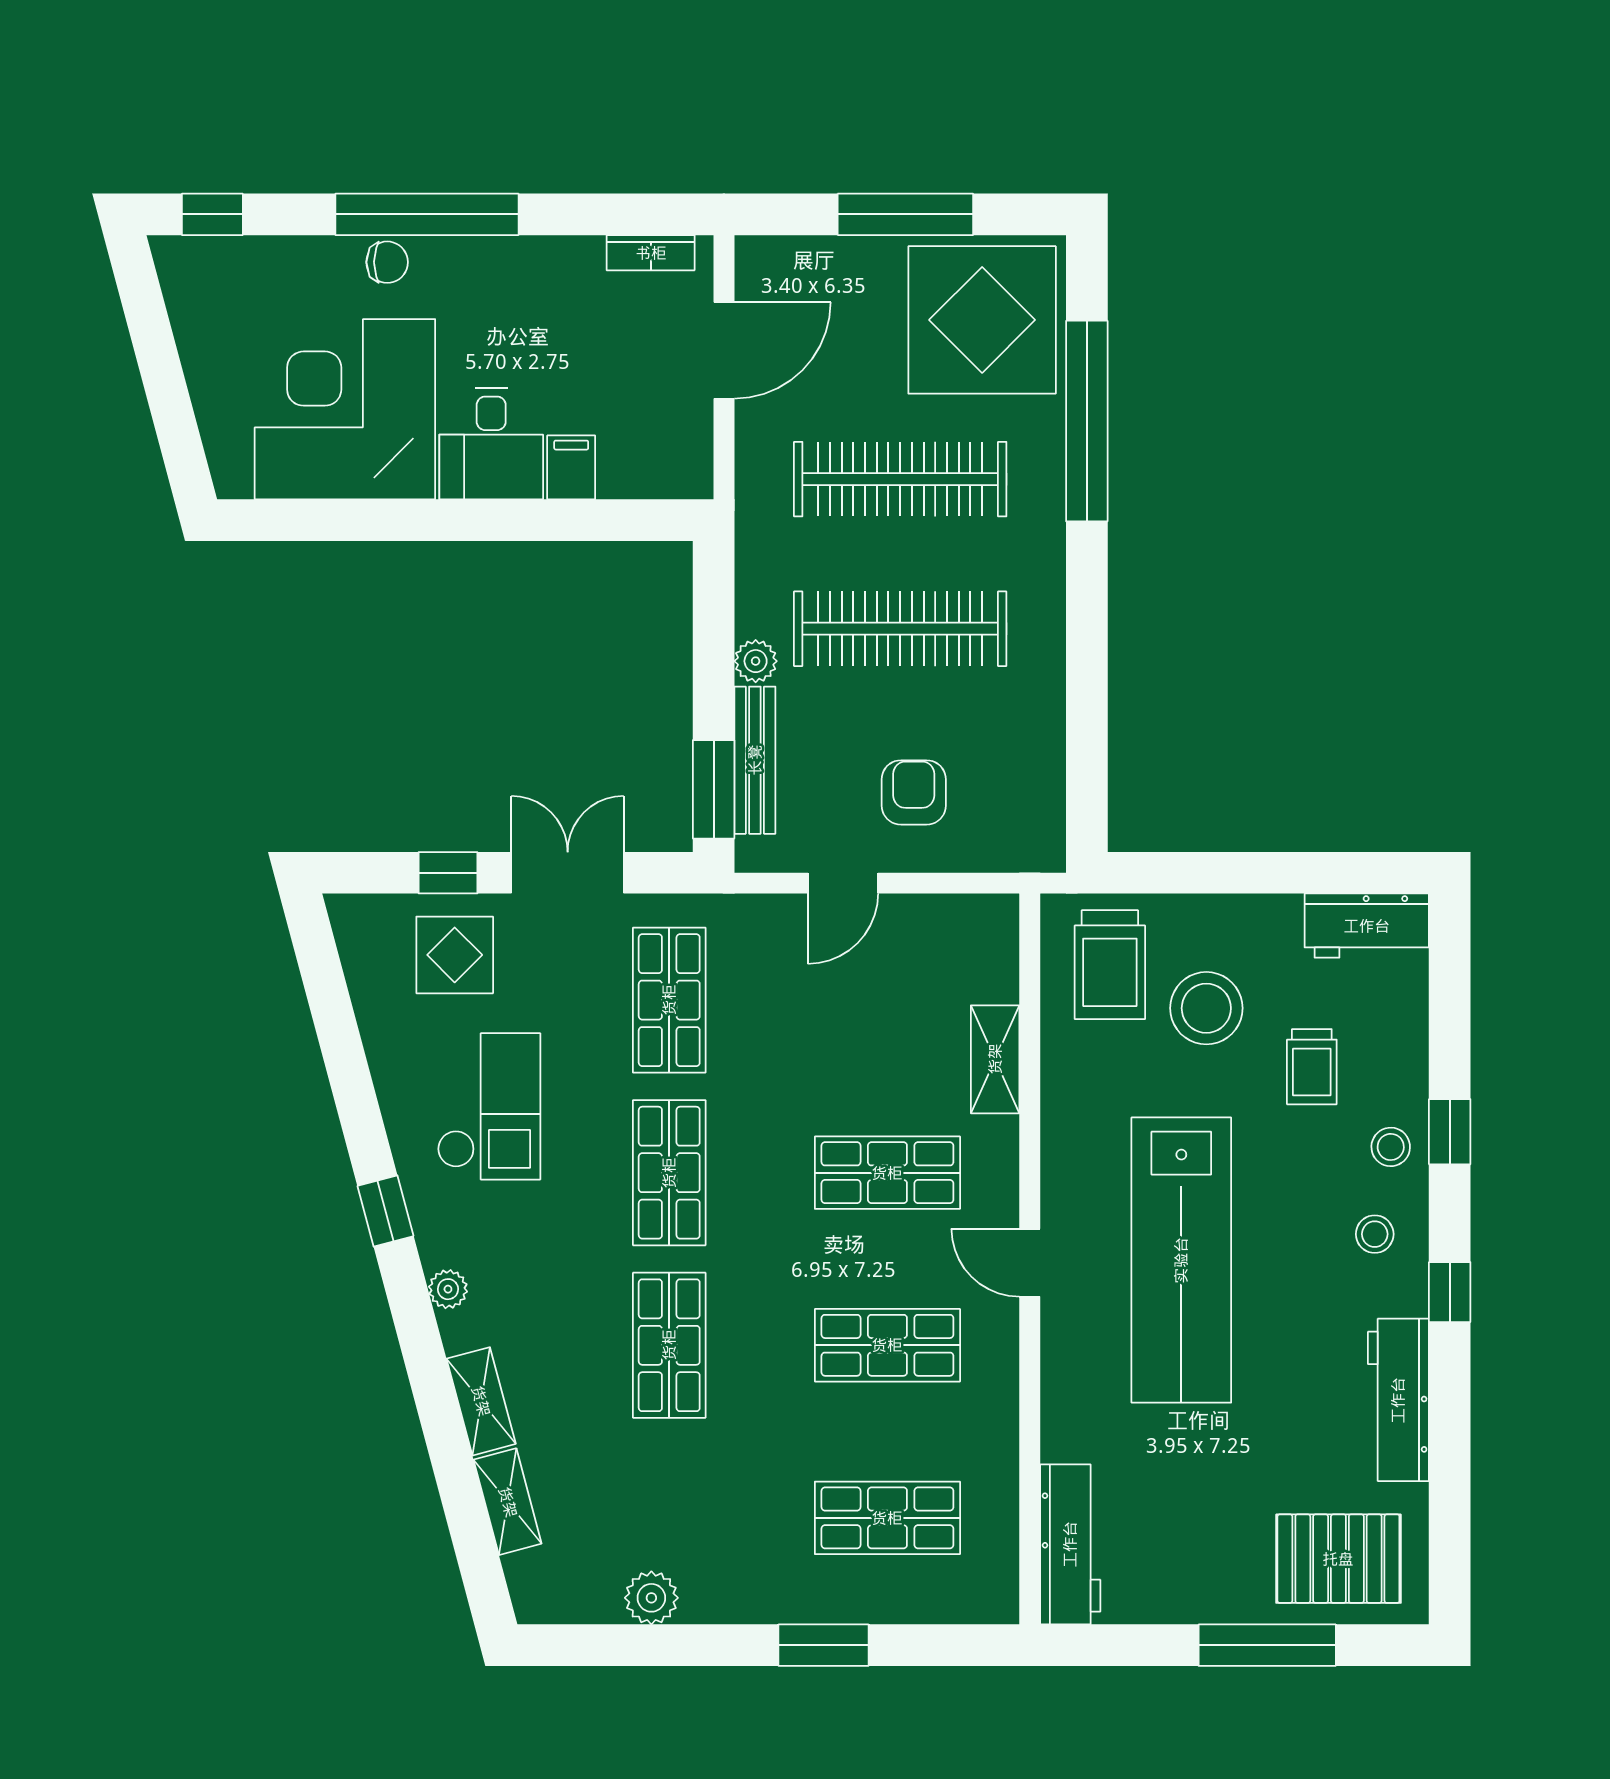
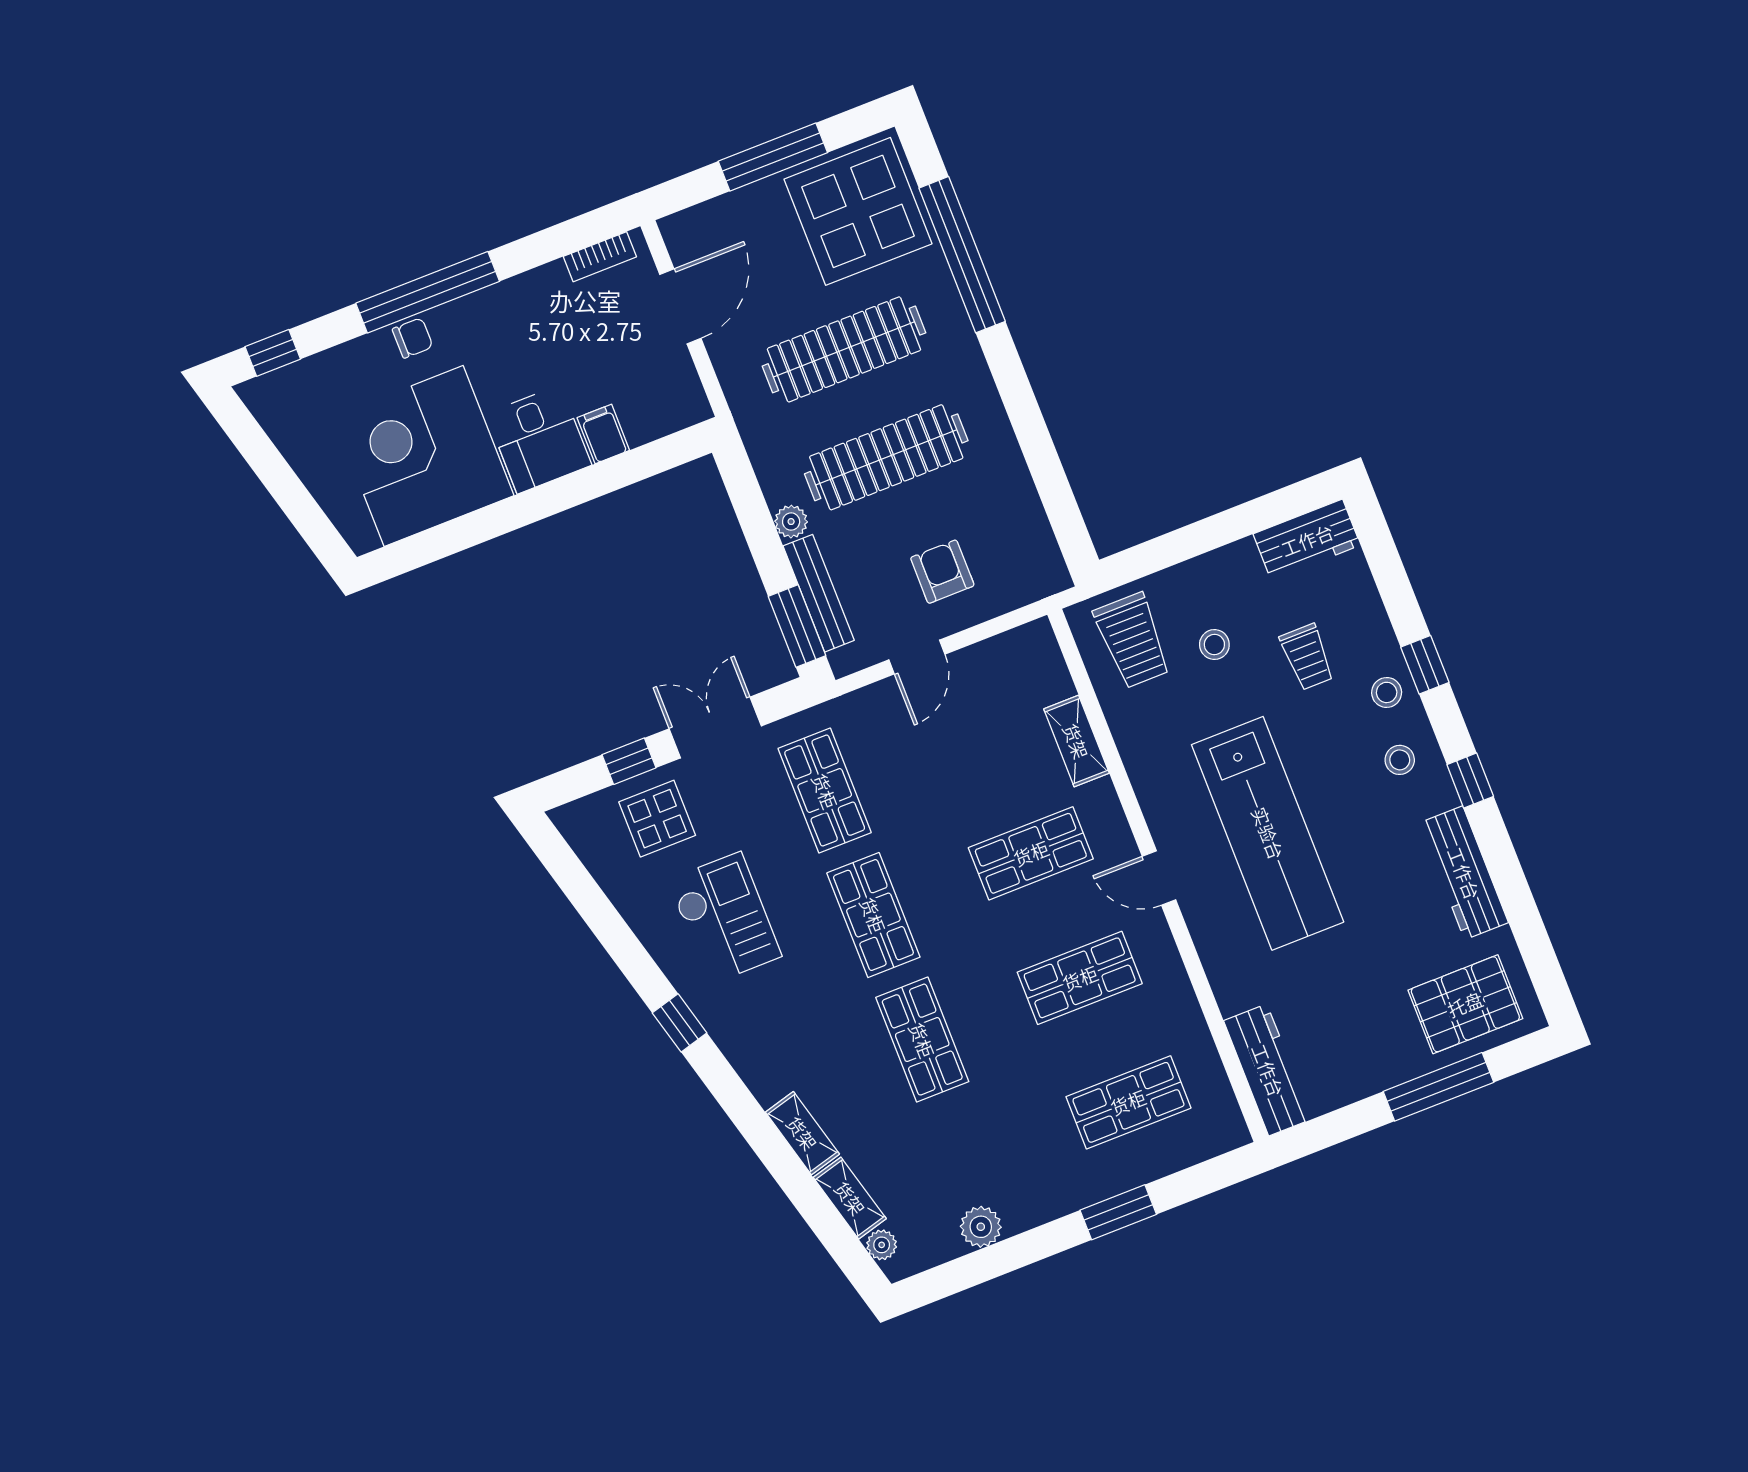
stool: (1206, 1008) -> (1214, 645), width x0.53, depth x0.53
plant: (448, 1289) -> (882, 1245), moved

